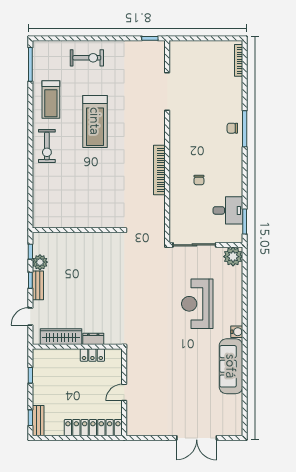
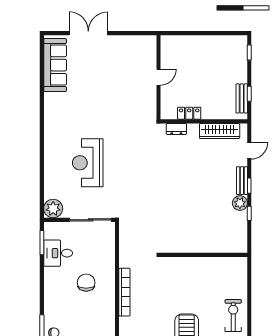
chair: (199, 180) -> (86, 283), width x1.87, depth x1.87
wall: (77, 230) -> (204, 255), moved
reception desk: (197, 304) -> (88, 163), turned 180
water cooler: (237, 332) -> (50, 136), removed
dresser: (93, 339) -> (176, 129), moved
sofa: (231, 366) -> (55, 65), moved
bench: (38, 421) -> (242, 98), moved
locker: (93, 428) -> (189, 43), removed

